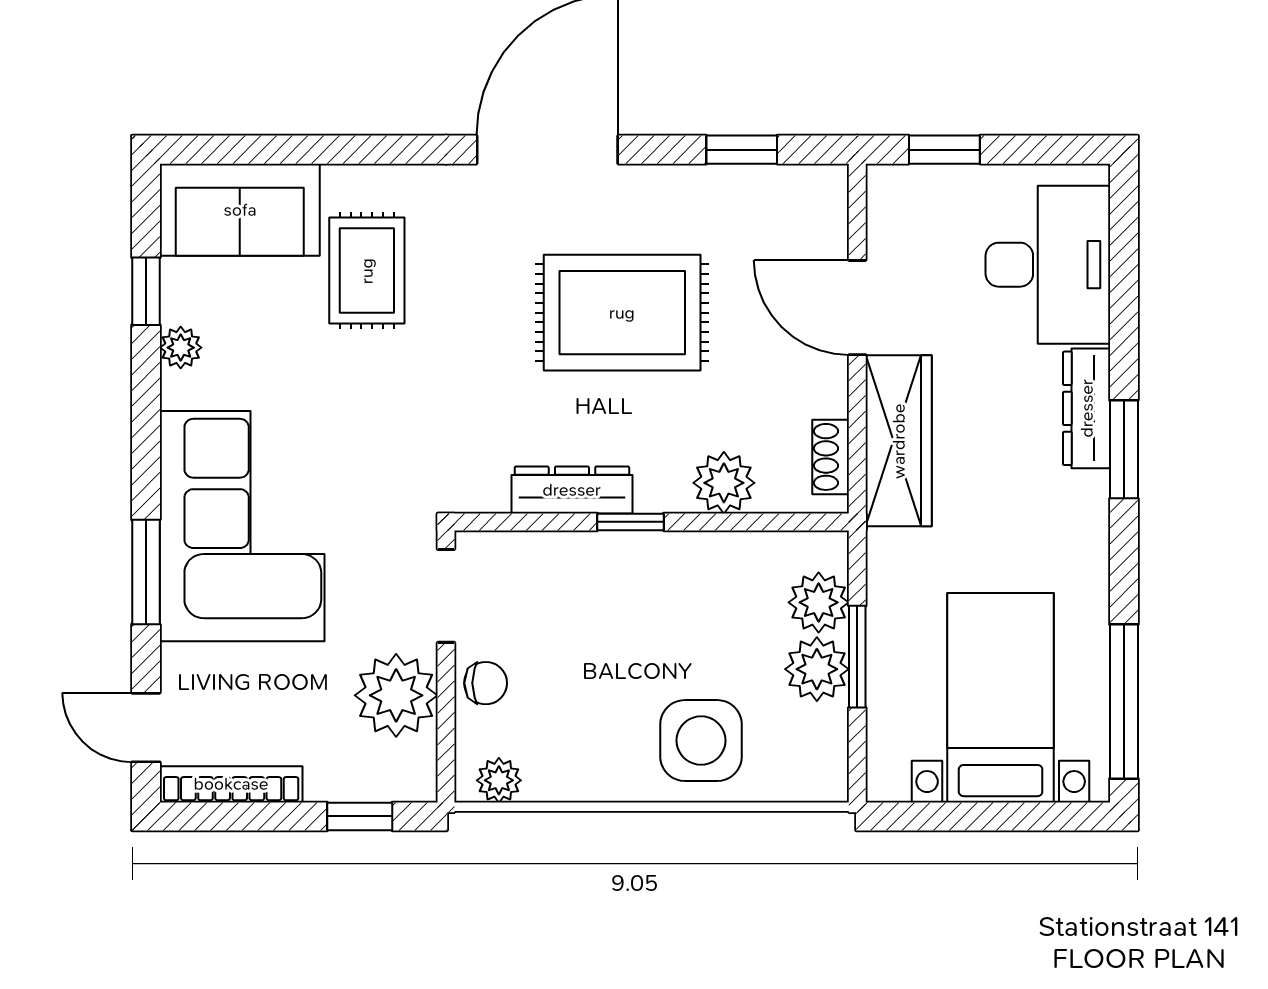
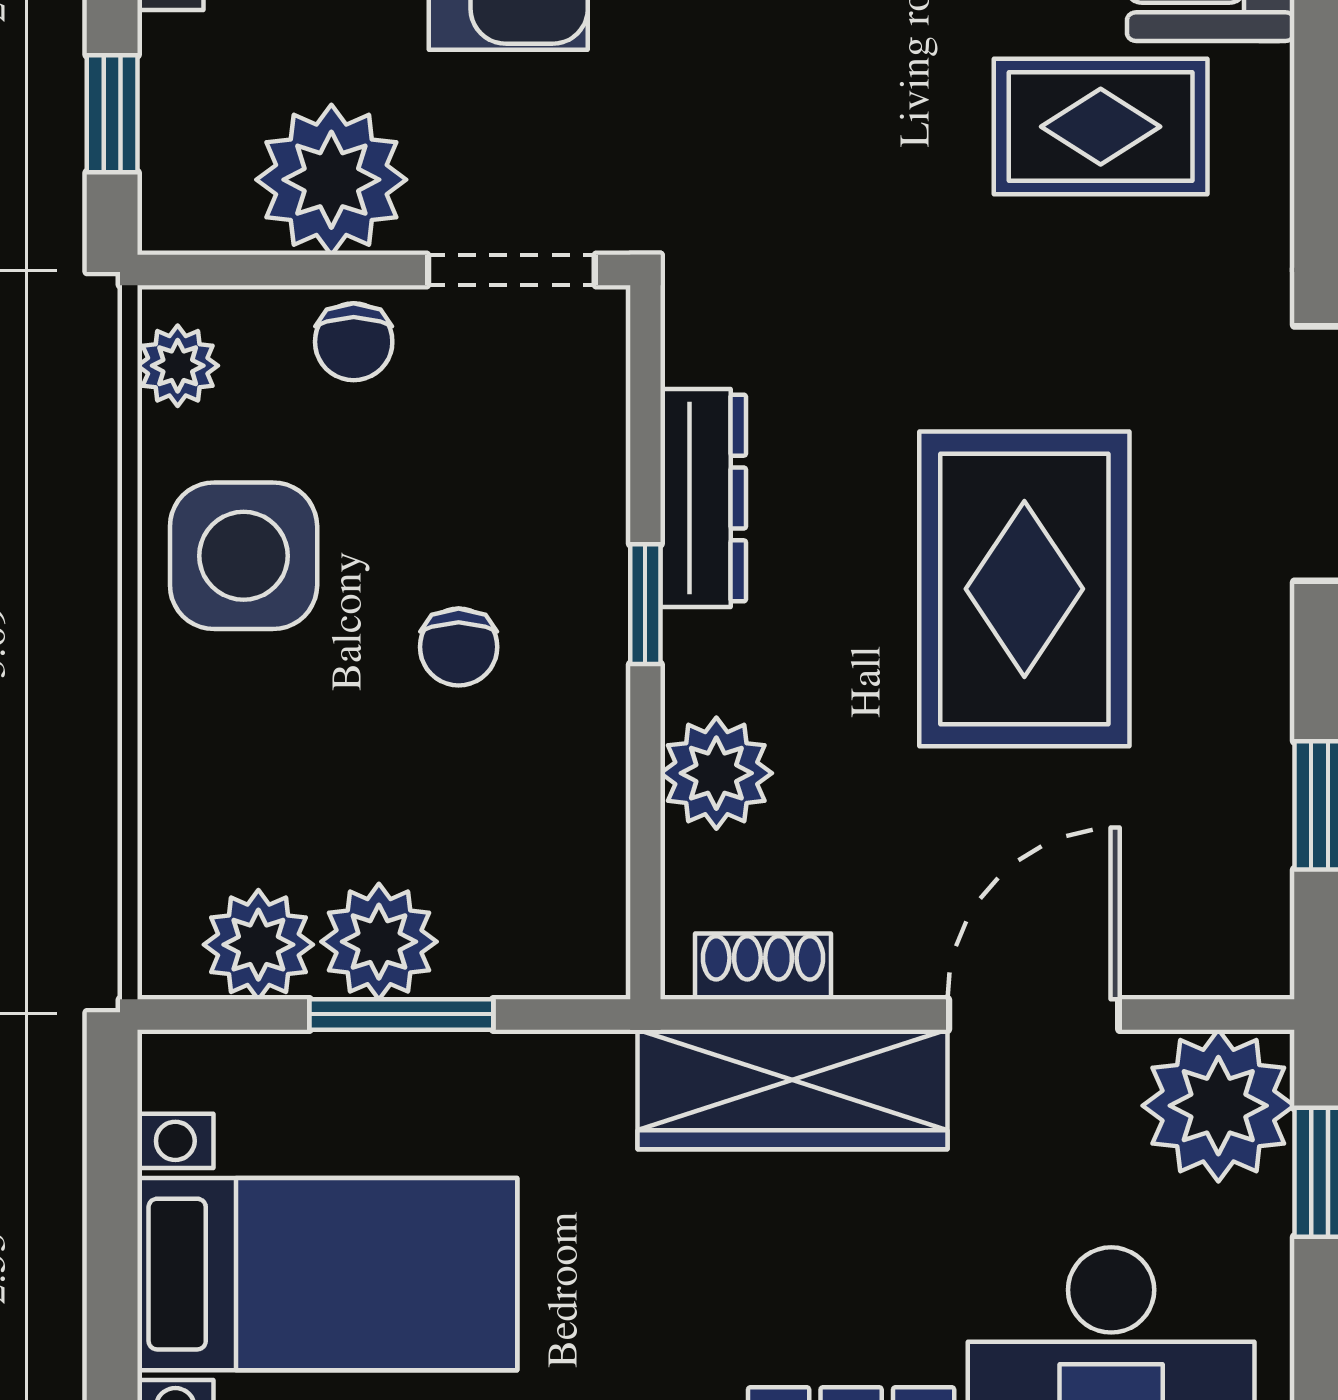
plant: (908, 205) -> (1218, 1106), added
plant: (819, 602) -> (258, 945), moved
chair: (654, 625) -> (459, 647), added
side table: (701, 741) -> (244, 556), moved

